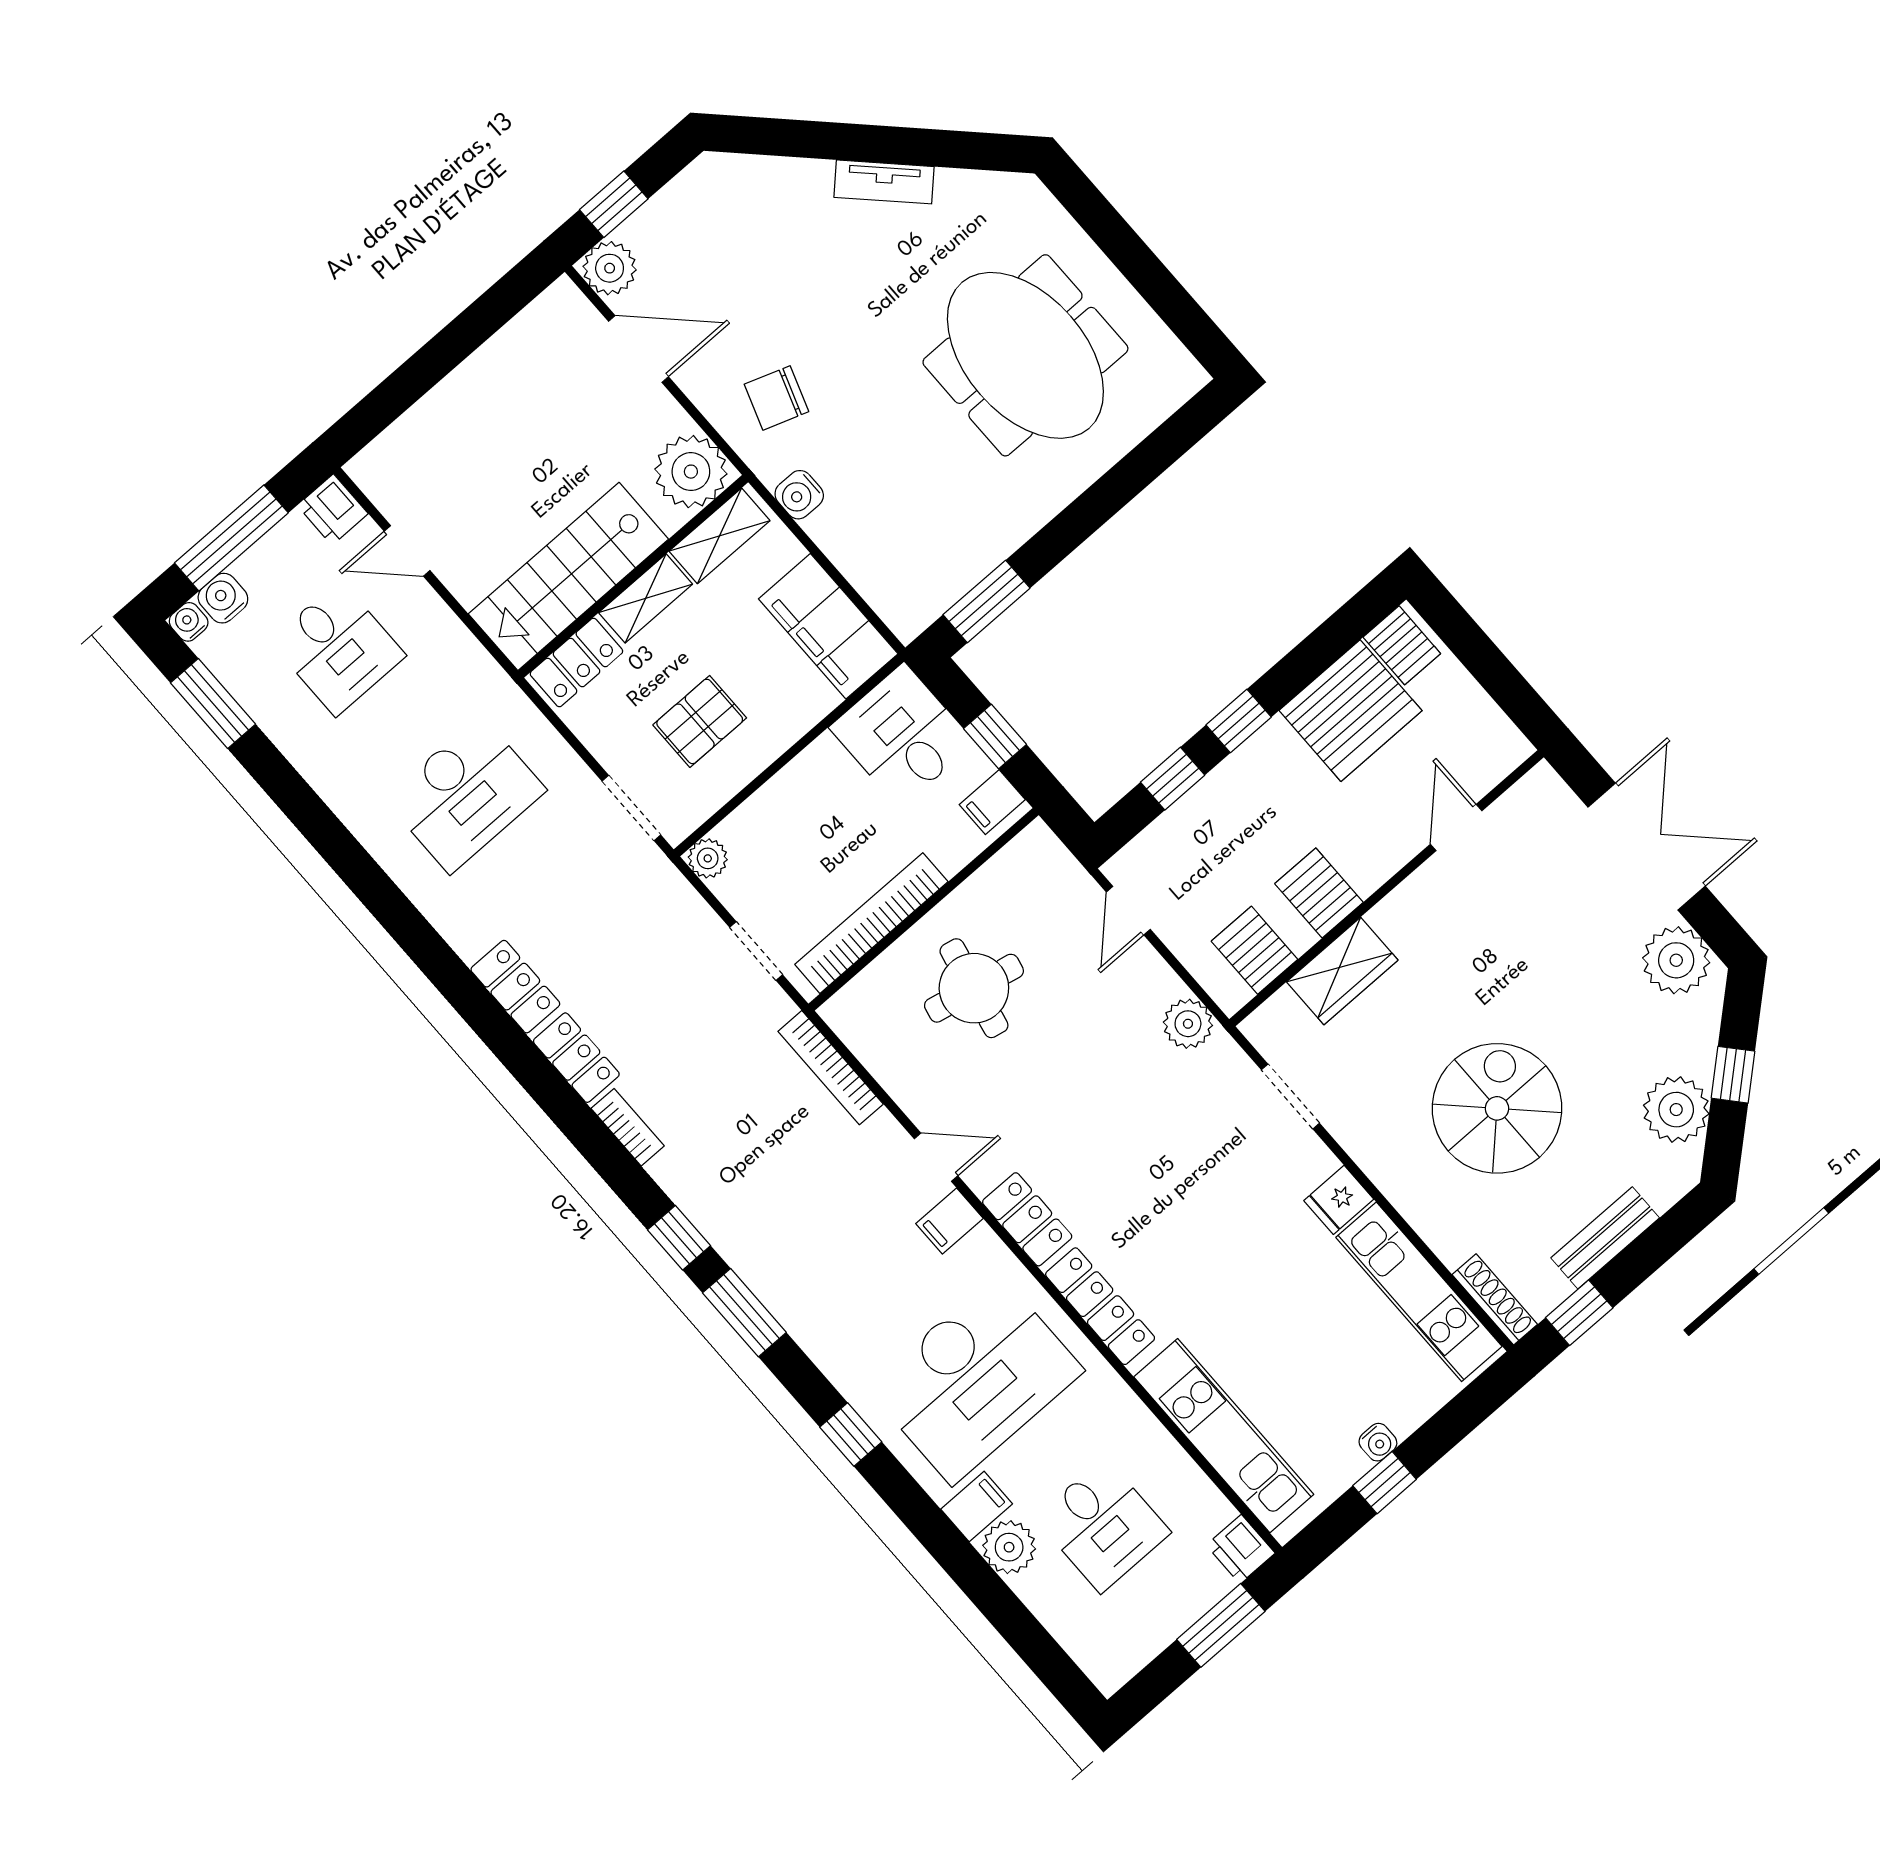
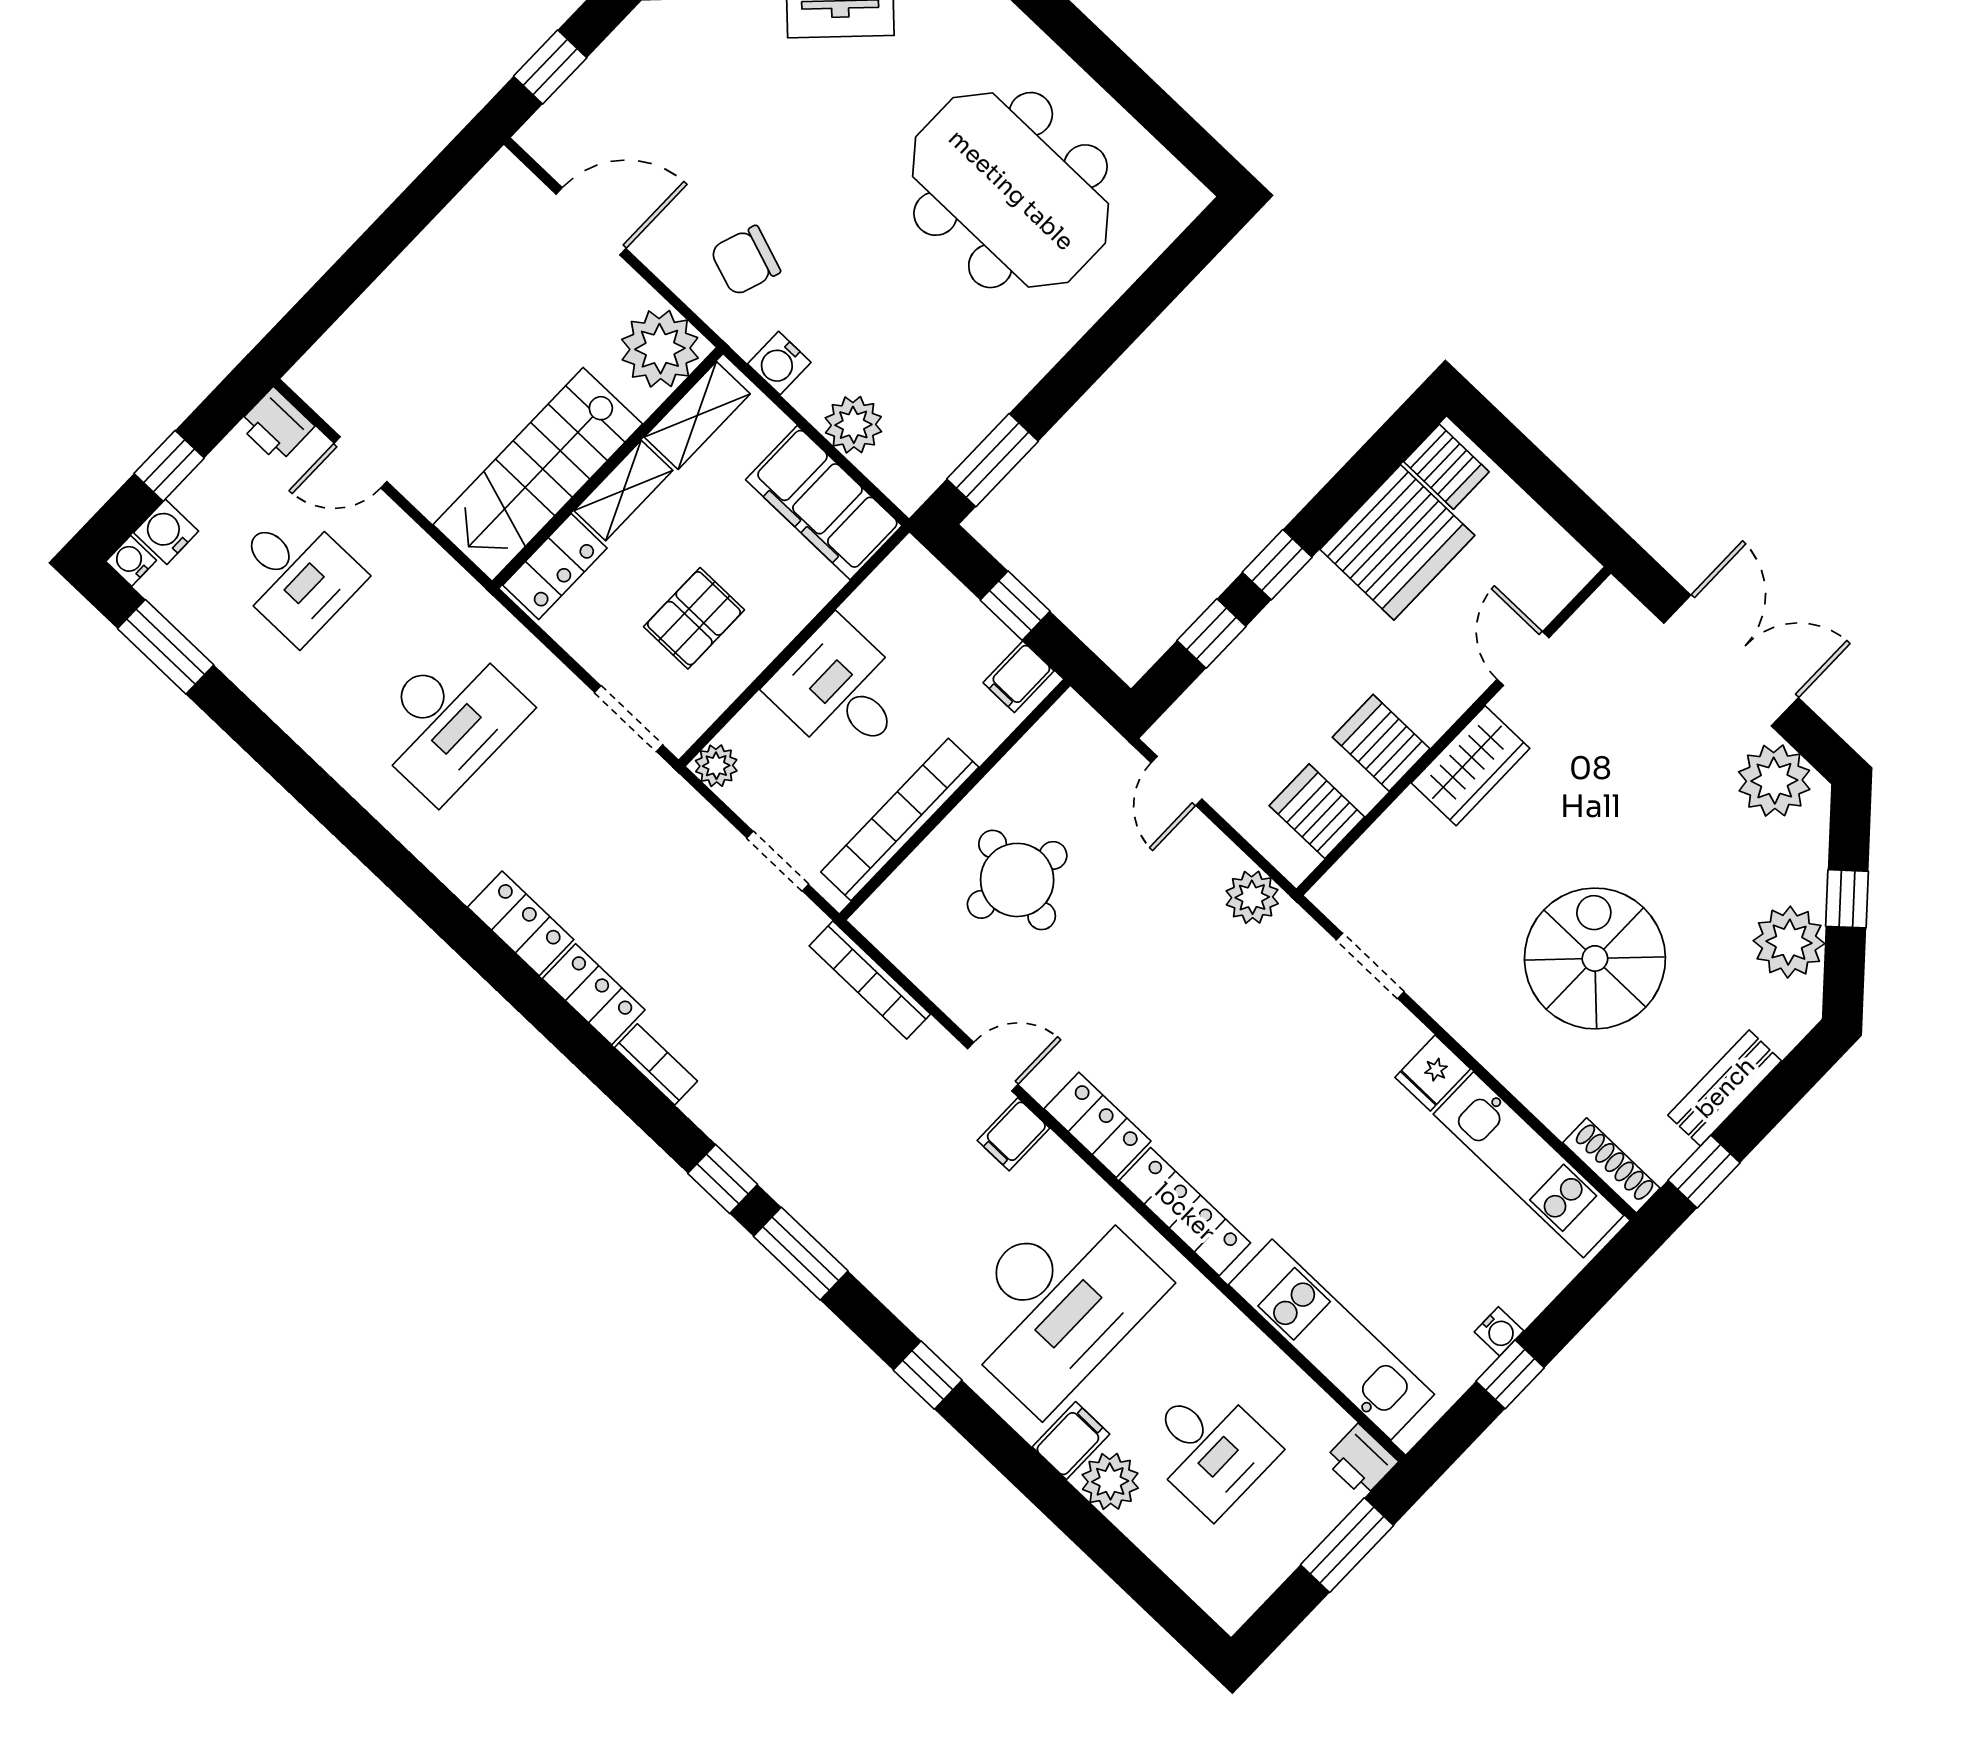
plant: (610, 268) -> (853, 425), moved
window: (231, 538) -> (169, 466), width x0.46
desk: (902, 735) -> (840, 691), moved
wardrobe: (1342, 971) -> (1471, 766), moved

